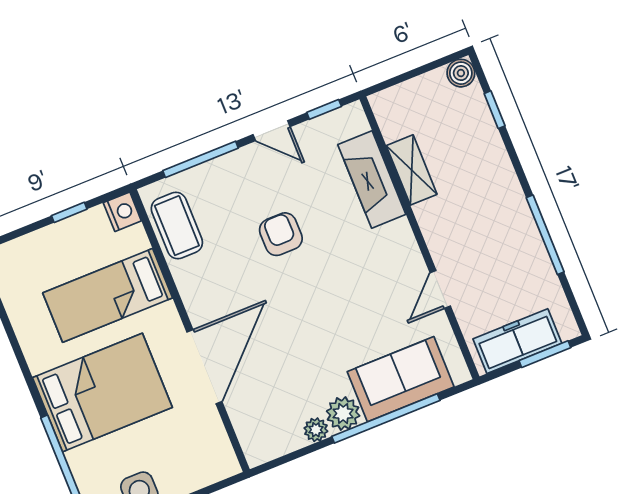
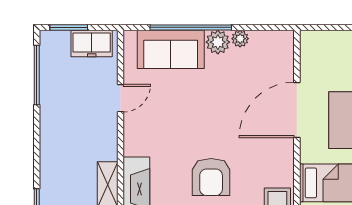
armchair: (281, 234) -> (211, 177), width x1.38, depth x1.38
window: (545, 235) -> (37, 75), moved
freezer: (517, 341) -> (92, 43), width x0.71

